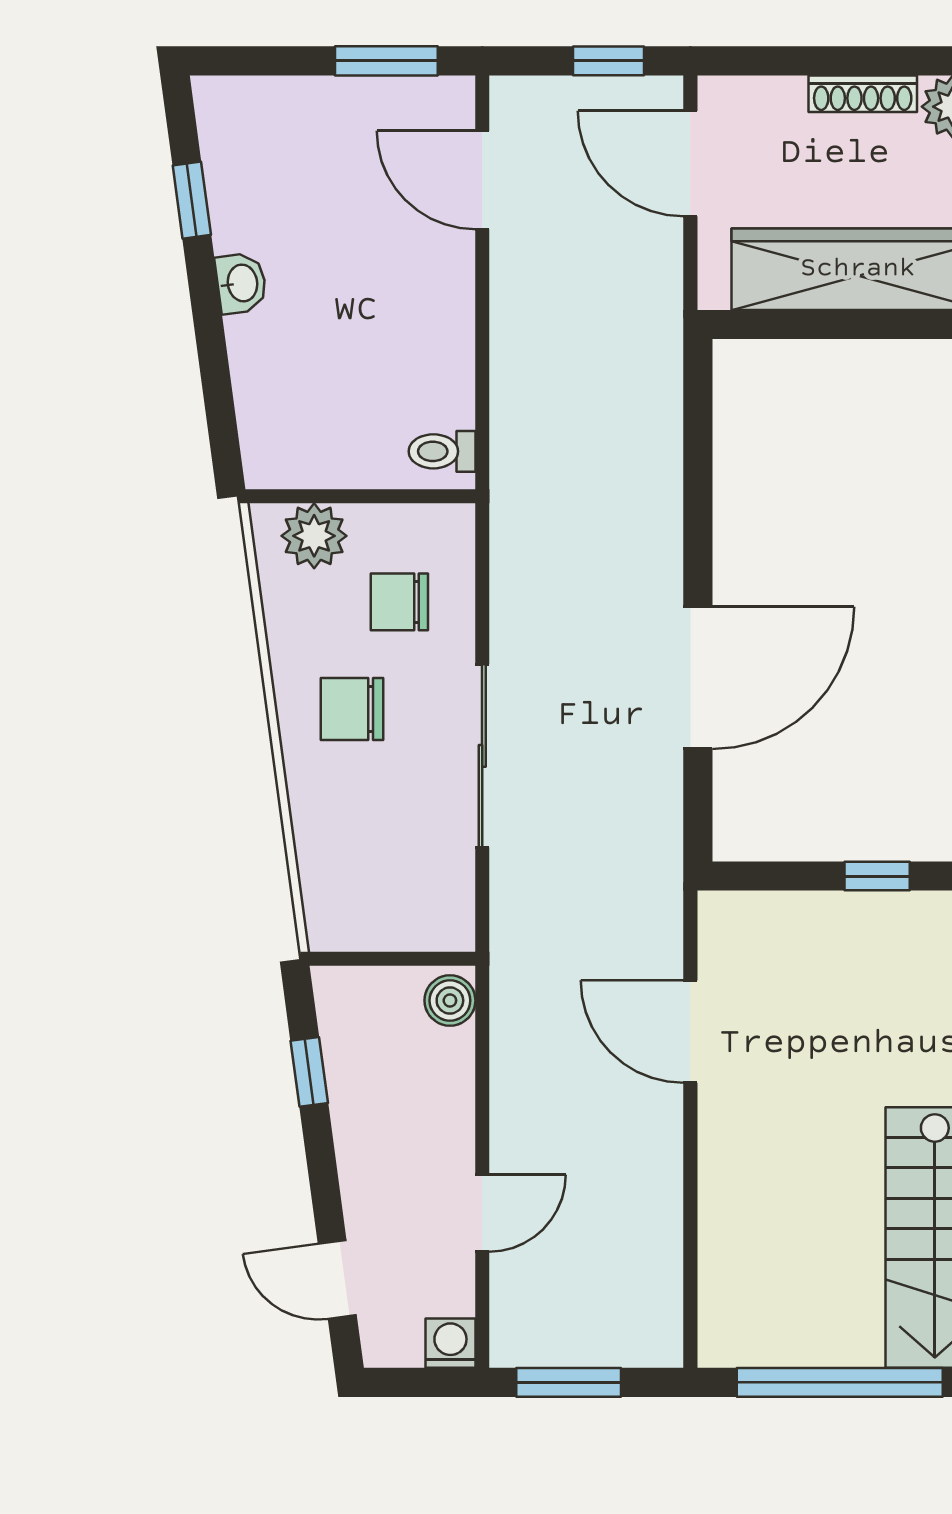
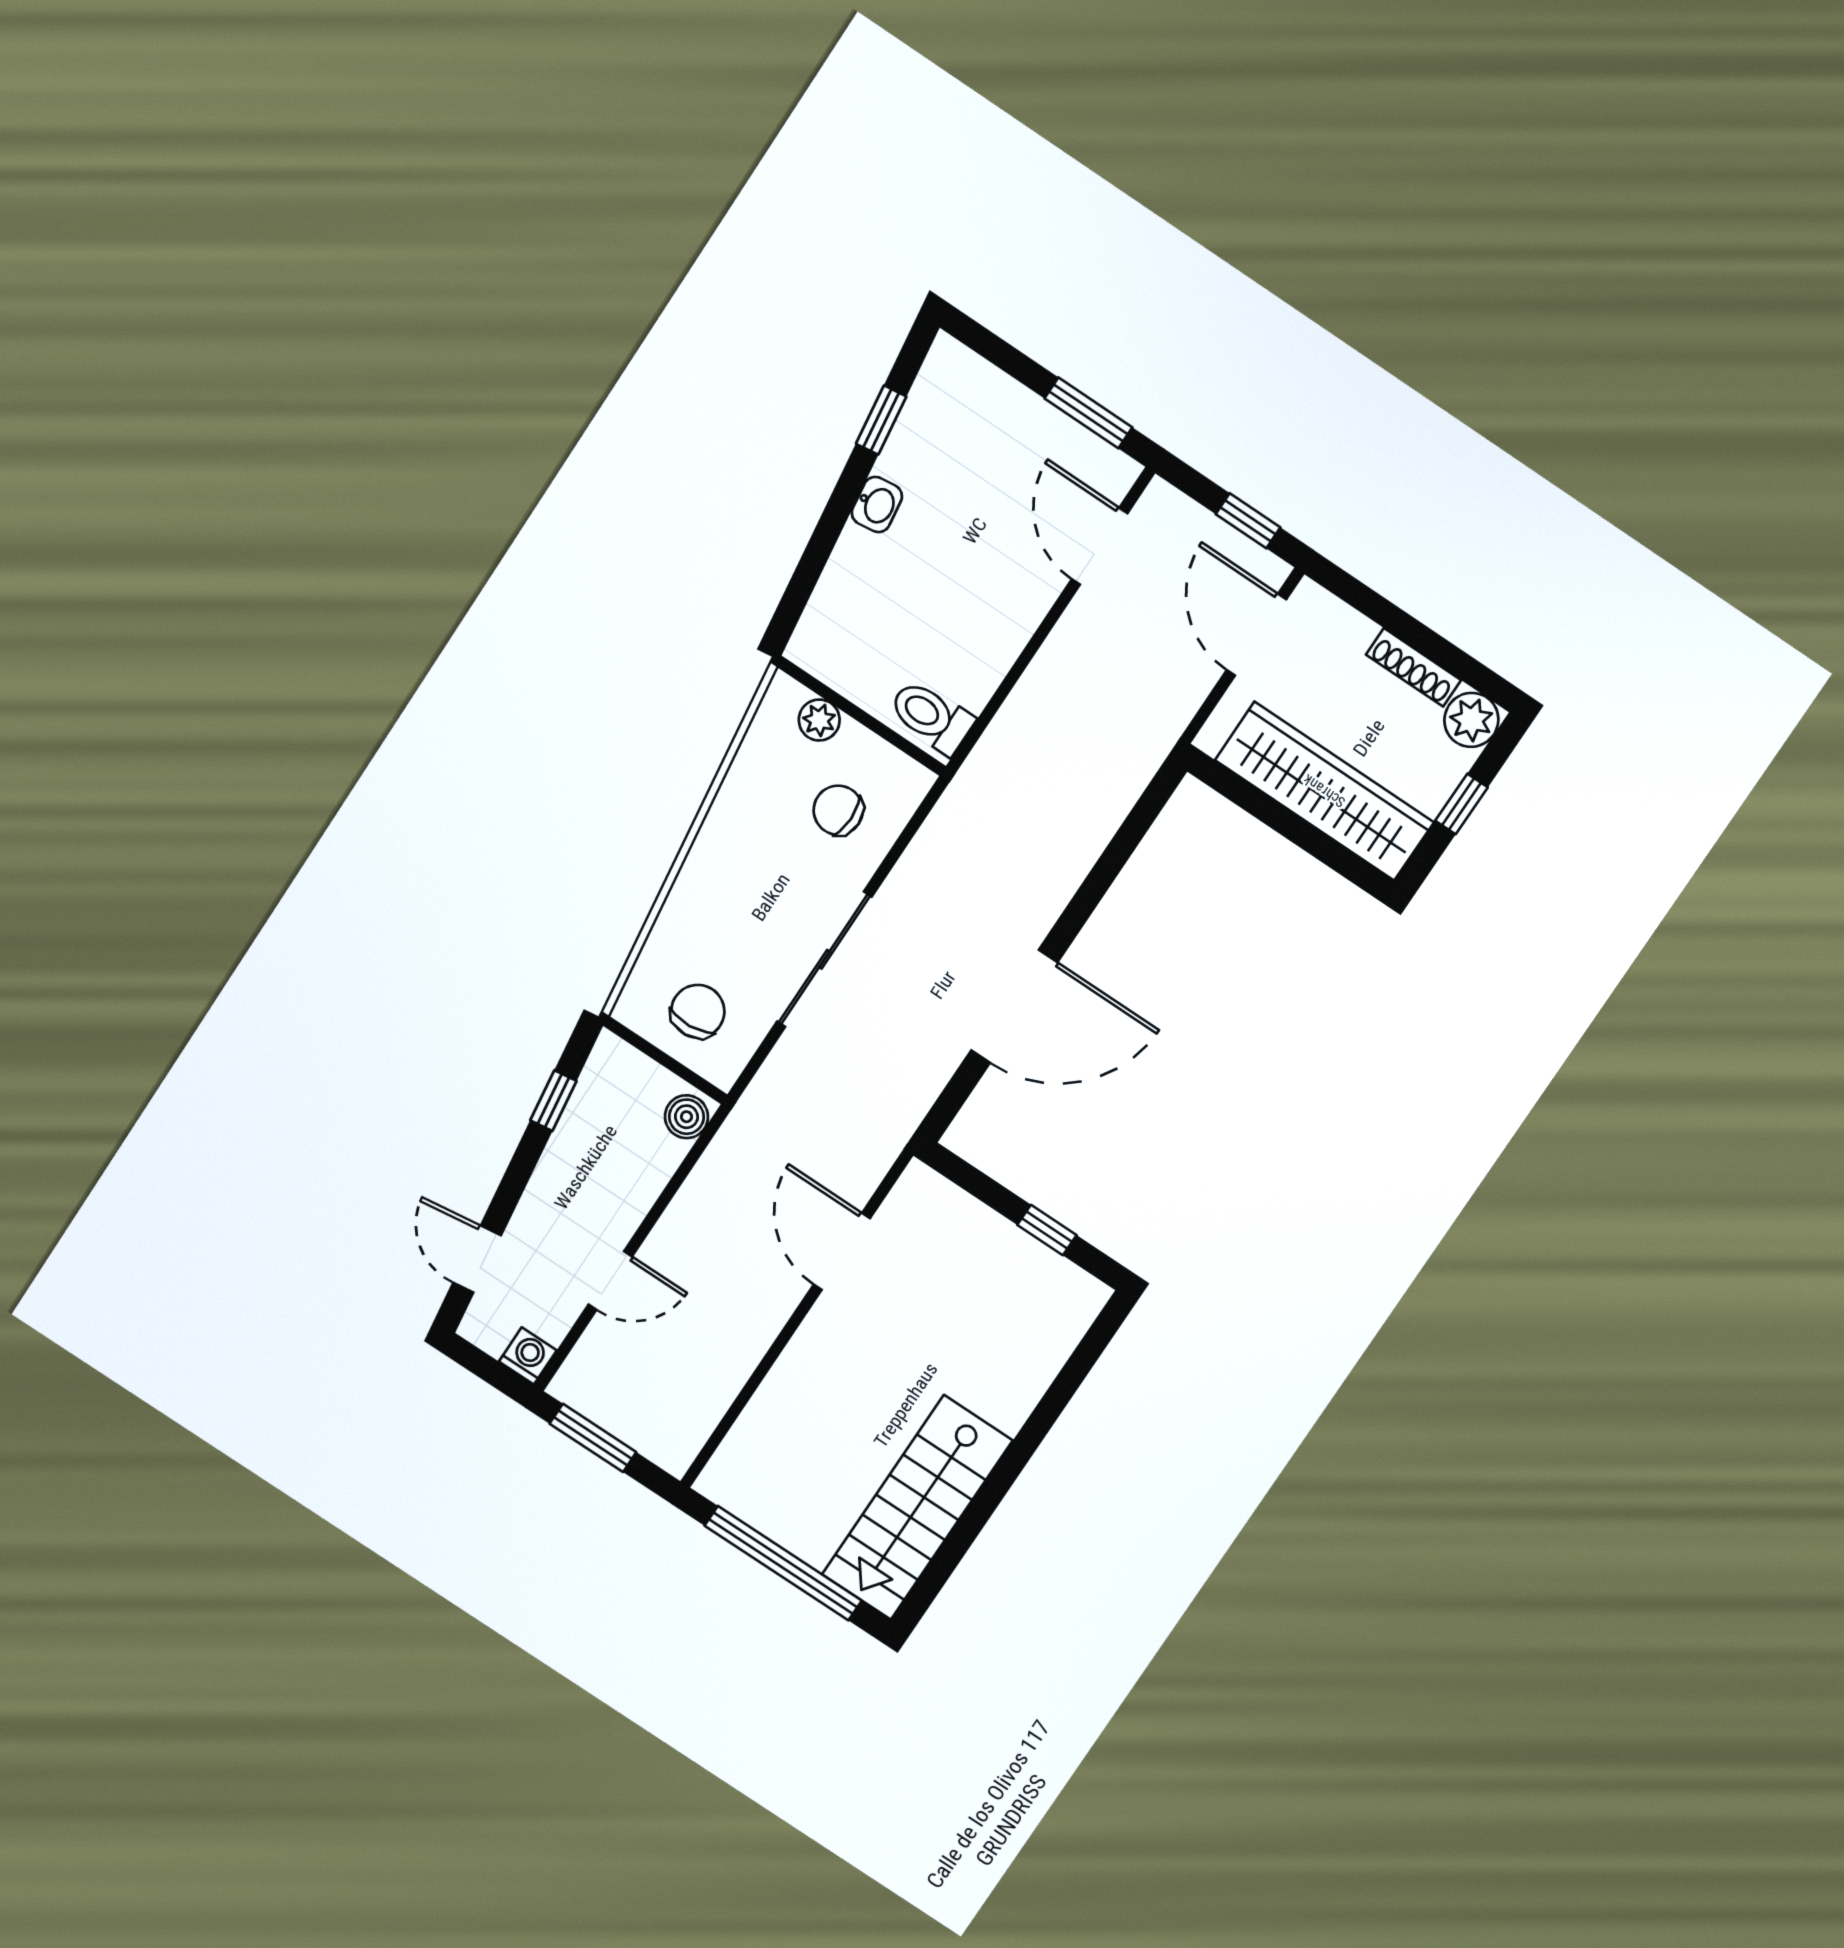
toilet: (442, 451) -> (931, 717), width x1.37, depth x1.39
plant: (314, 536) -> (819, 720), width x0.73, depth x0.73
chair: (352, 709) -> (698, 1011), moved, turned 86

